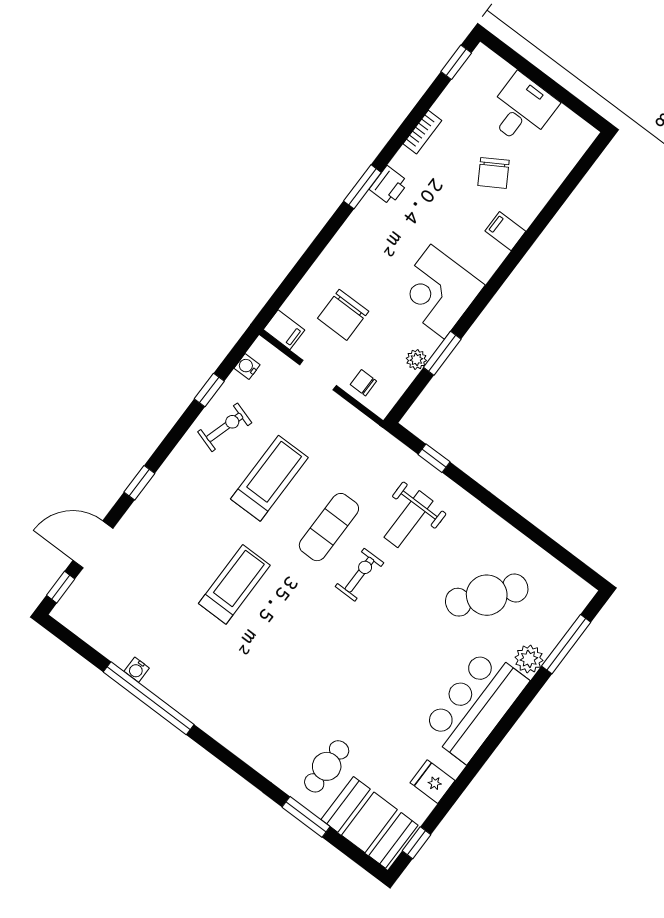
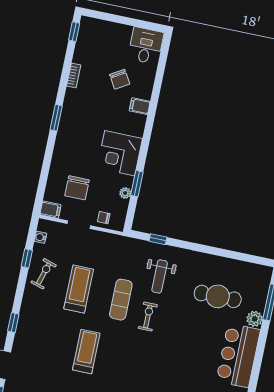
desk: (522, 110) -> (146, 46), moved
printer: (389, 186) -> (69, 111), removed
cafe table: (487, 595) -> (218, 296), turned 51

